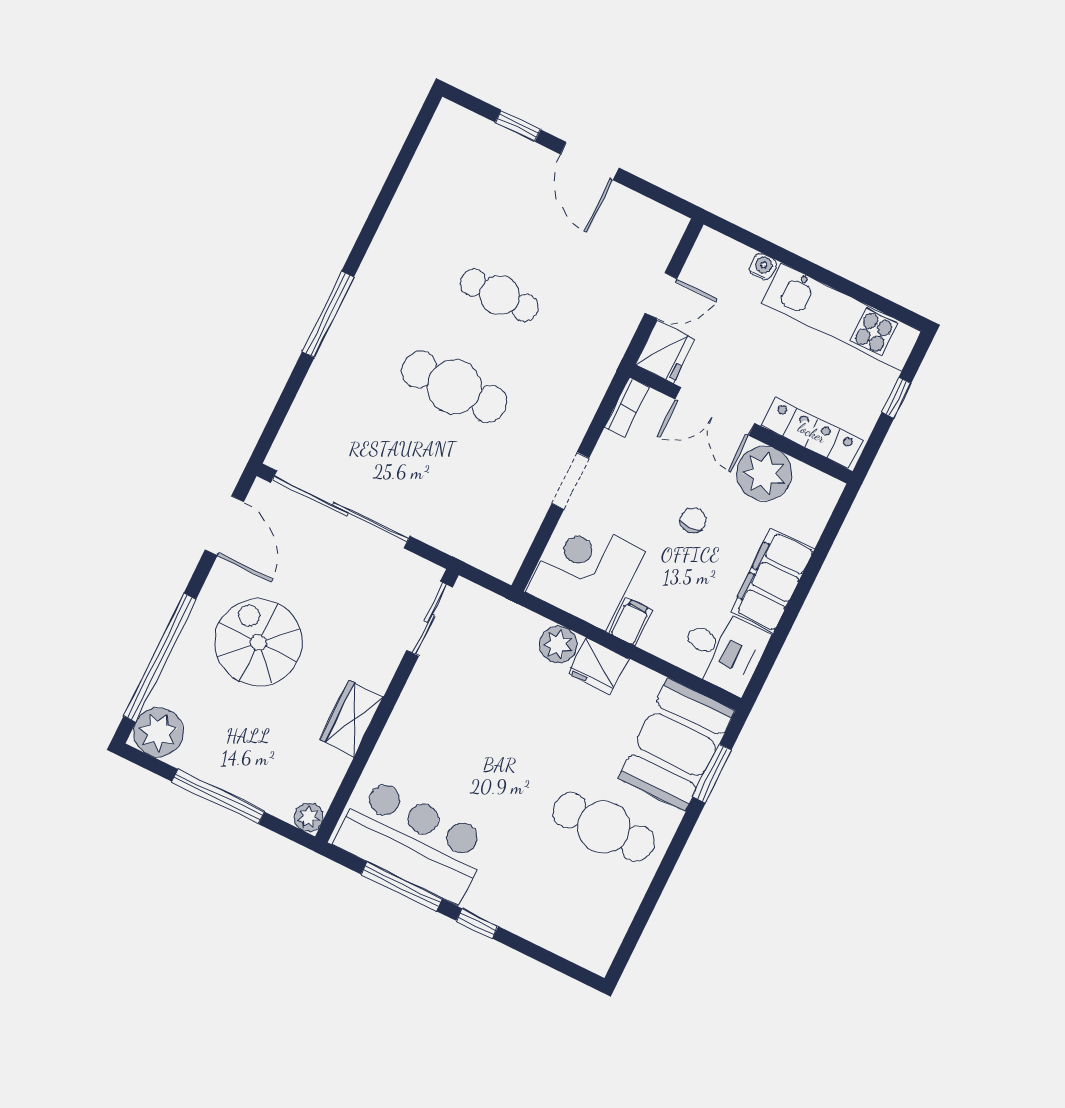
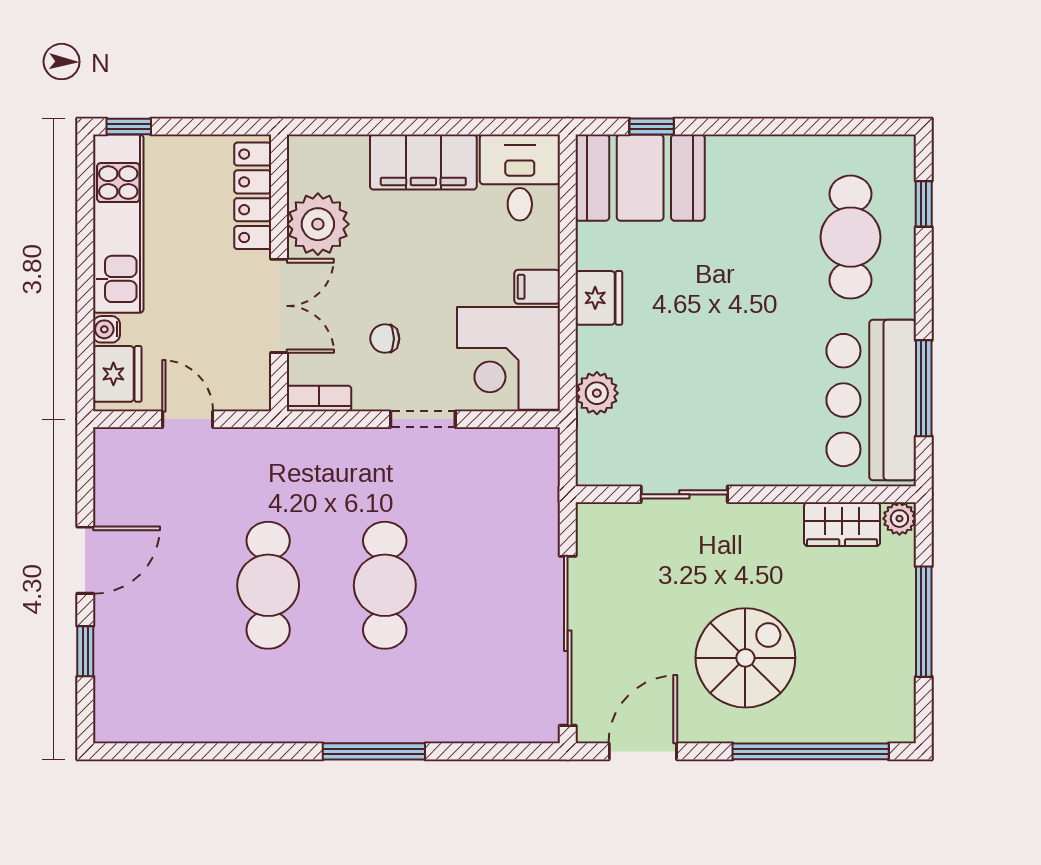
cafe table: (499, 295) -> (268, 585), width x1.37, depth x1.35
fridge: (665, 352) -> (117, 374), moved, turned 90
window: (896, 398) -> (129, 126), moved
chair: (693, 520) -> (385, 339), moved
sliding door: (429, 619) -> (684, 494), moved
spiral stairs: (258, 642) -> (745, 658), turned 180
plant: (558, 645) -> (597, 393), moved
wardrobe: (352, 718) -> (842, 524), moved
plant: (158, 732) -> (888, 715), removed
window: (712, 773) -> (652, 126), width x0.67
cafe table: (604, 827) -> (851, 237), moved
window: (477, 923) -> (924, 204), moved

